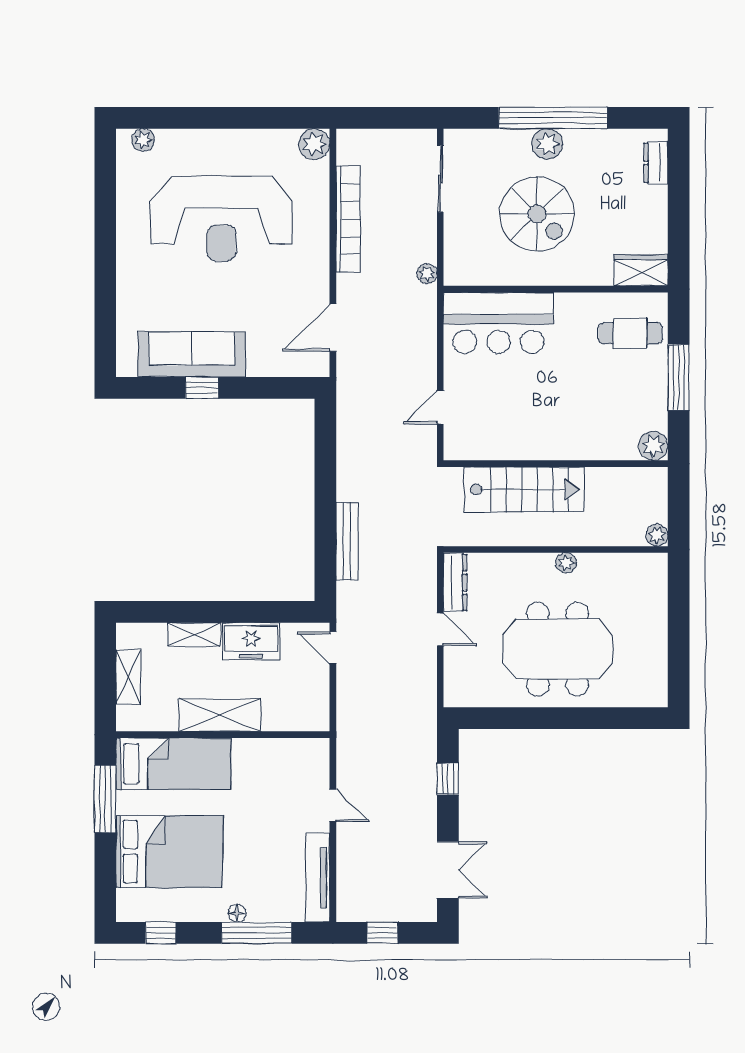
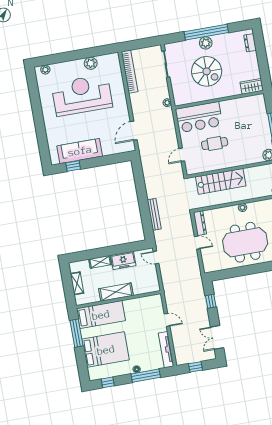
plant: (314, 144) -> (91, 63), moved
reception desk: (222, 219) -> (82, 95), turned 180
bookcase: (348, 219) -> (130, 72), moved
cafe table: (630, 333) -> (215, 144), moved
window: (202, 388) -> (73, 166), moved
double door: (448, 870) -> (217, 337), swing flipped

